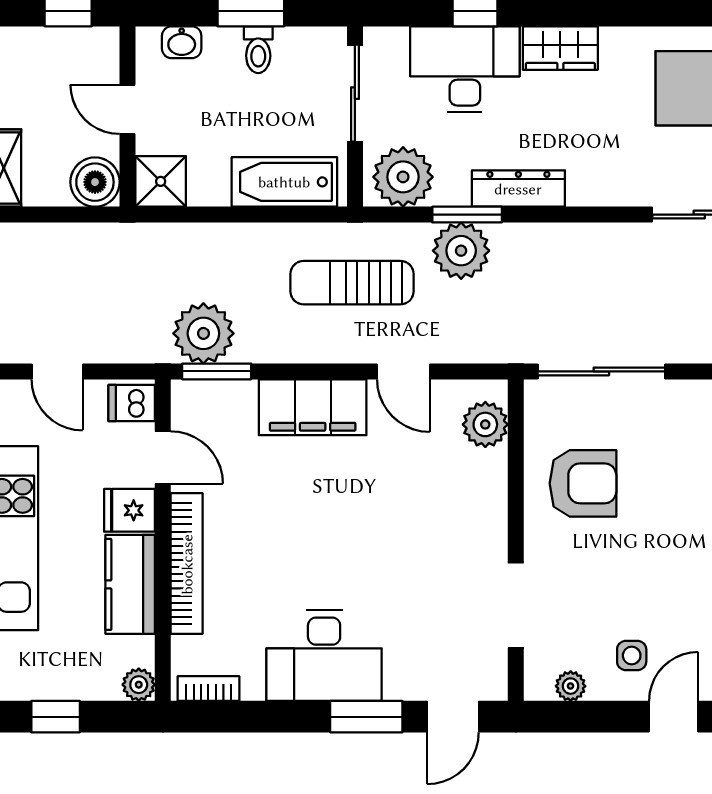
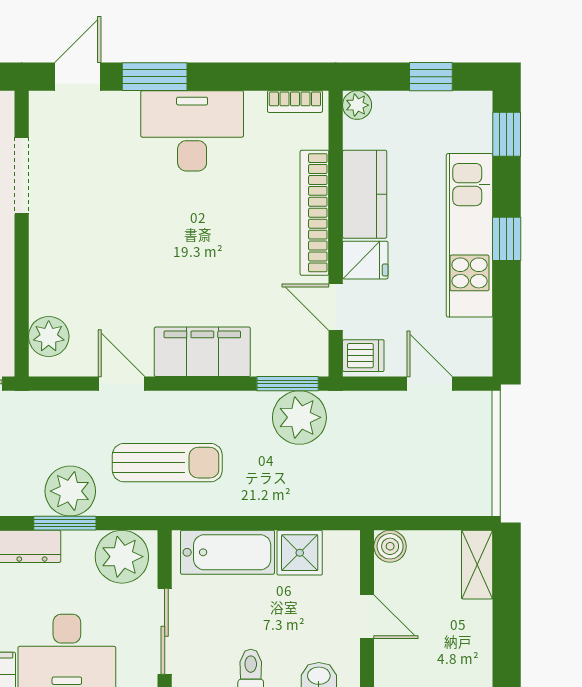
shower: (161, 181) -> (300, 553), moved
boiler: (95, 182) -> (390, 546), width x0.73, depth x0.73

